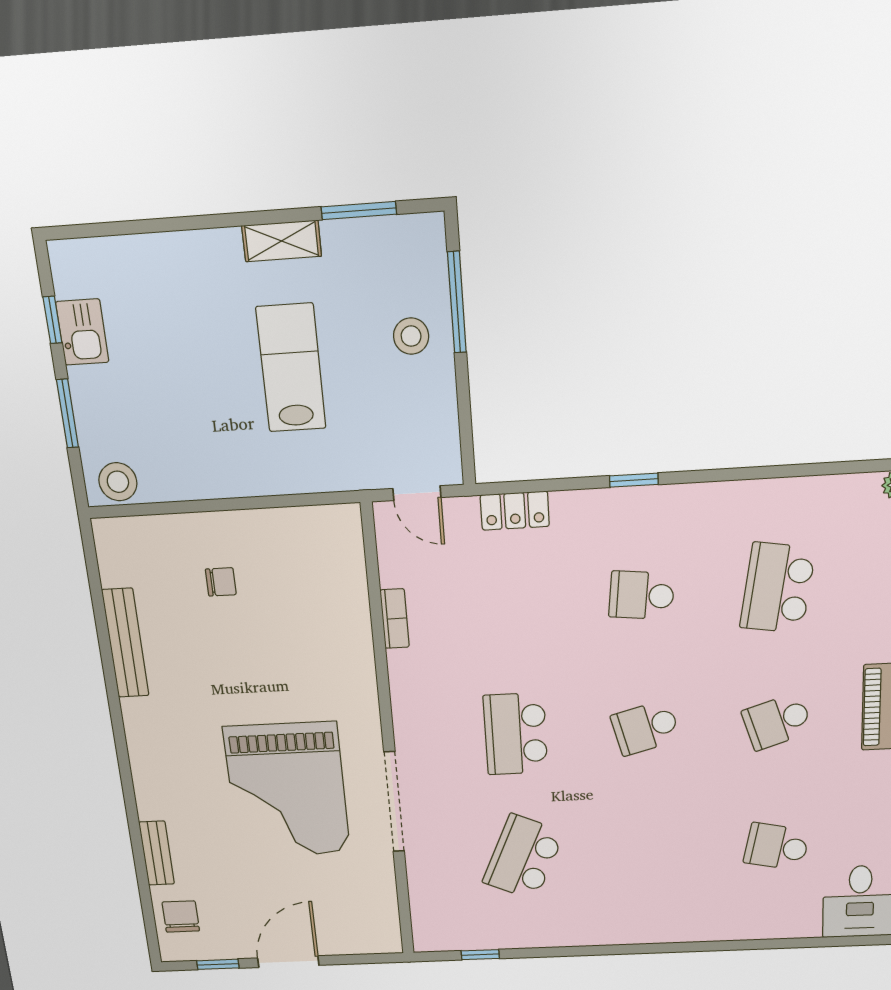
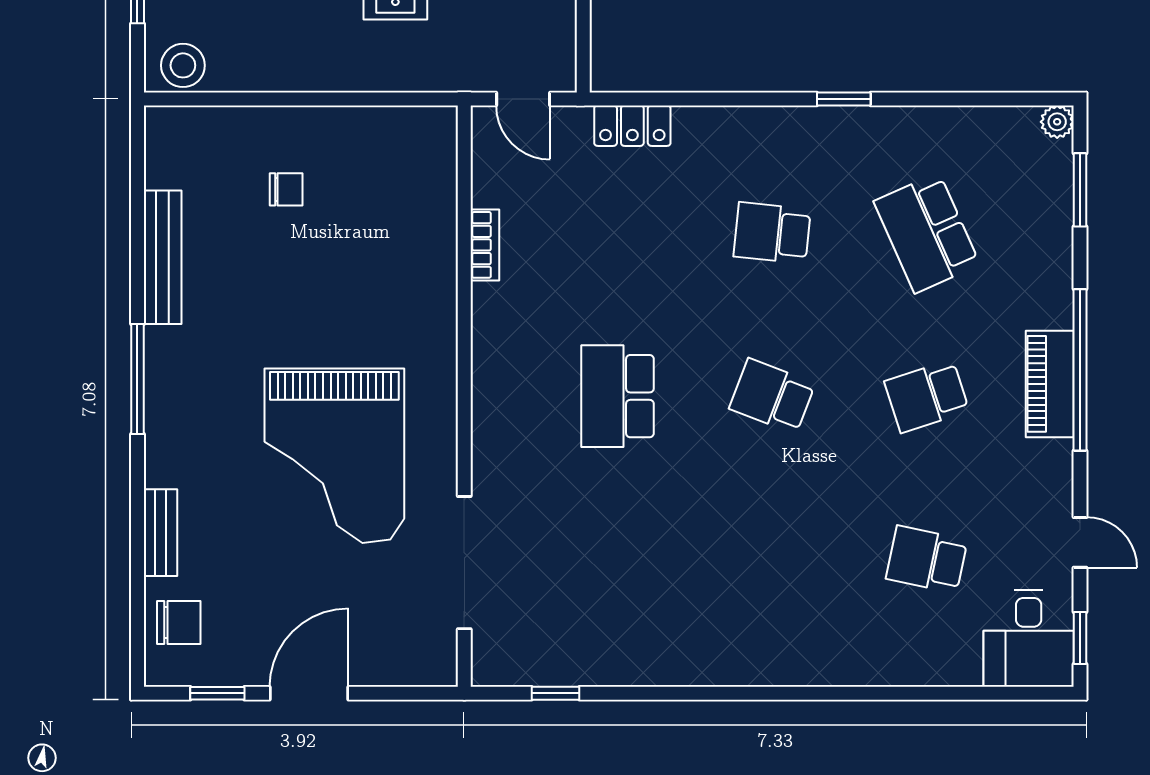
window: (634, 480) -> (844, 99), moved
school desk: (778, 588) -> (927, 233), turned -33
school desk: (645, 728) -> (772, 396), turned 36
window: (120, 740) -> (137, 379), added
doorway: (394, 802) -> (464, 563), moved
school desk: (523, 857) -> (618, 559), removed
chair: (181, 917) -> (179, 623), turned 90

